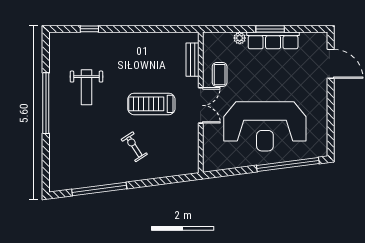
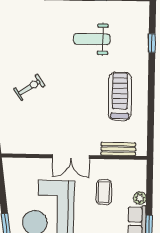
coffee table: (220, 75) -> (104, 192), moved, turned 90
treadmill: (151, 104) -> (120, 96), moved

